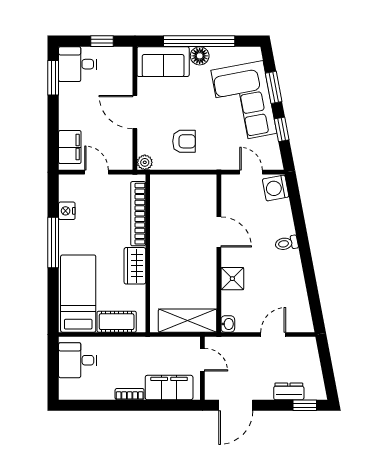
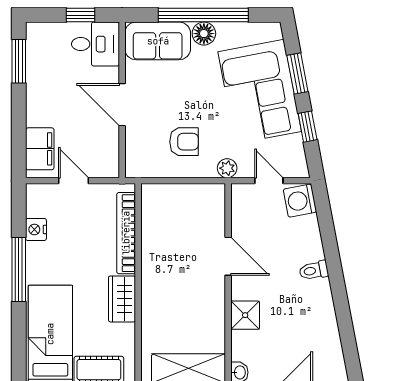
desk: (78, 64) -> (95, 44), moved, turned 180
plant: (145, 162) -> (227, 168), moved

